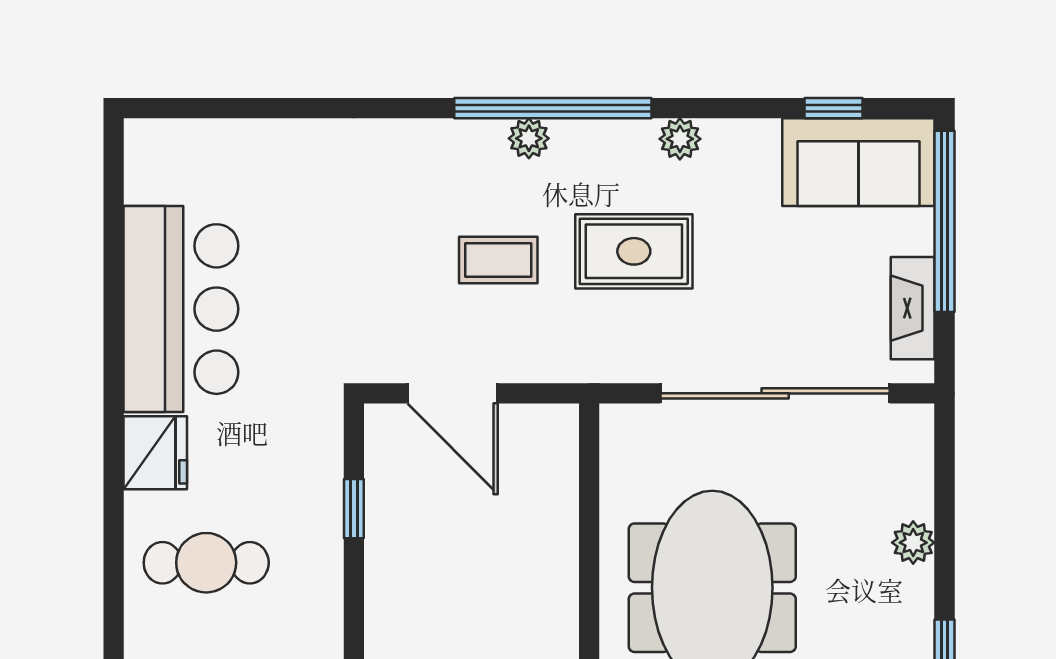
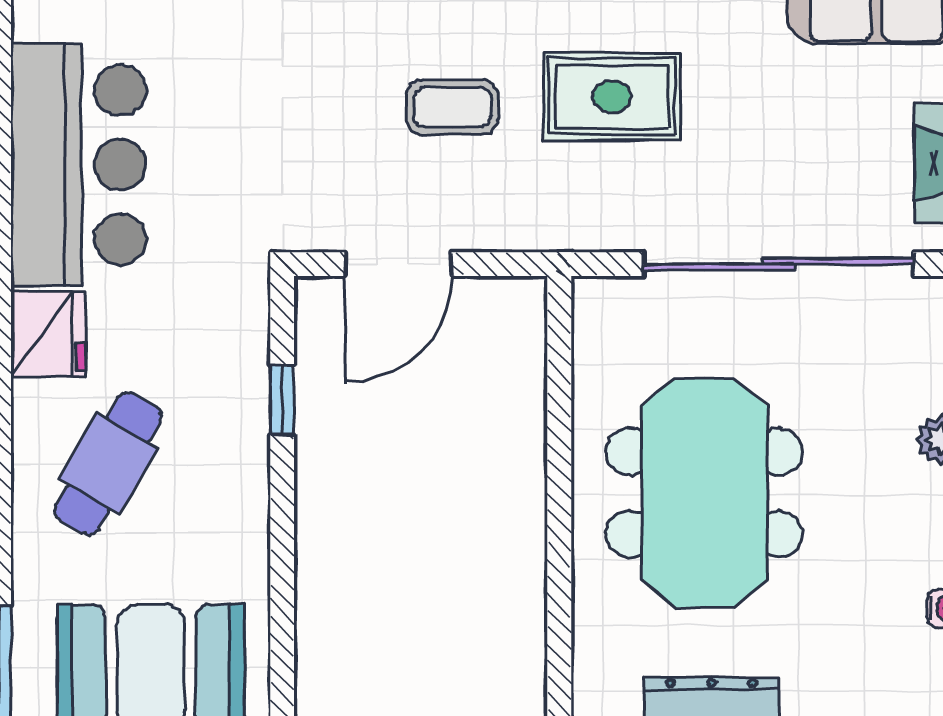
door: (453, 393) -> (398, 264), hinge flipped
cafe table: (206, 563) -> (108, 464), turned -60

